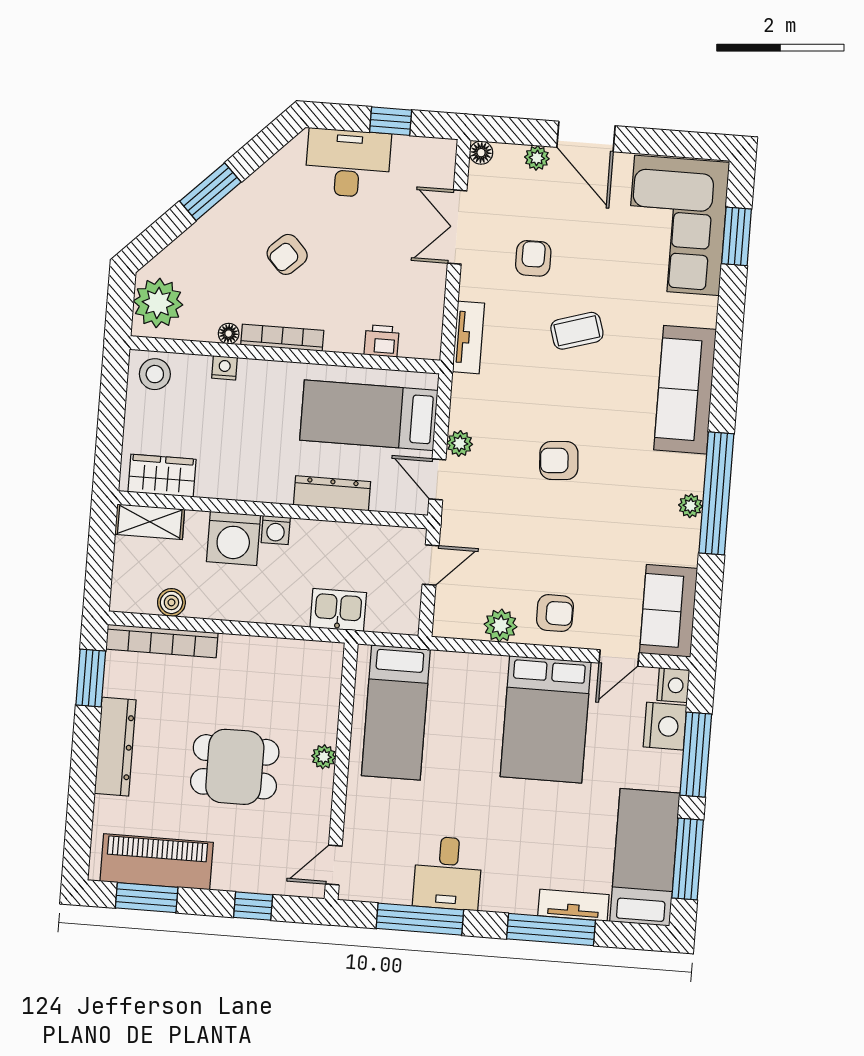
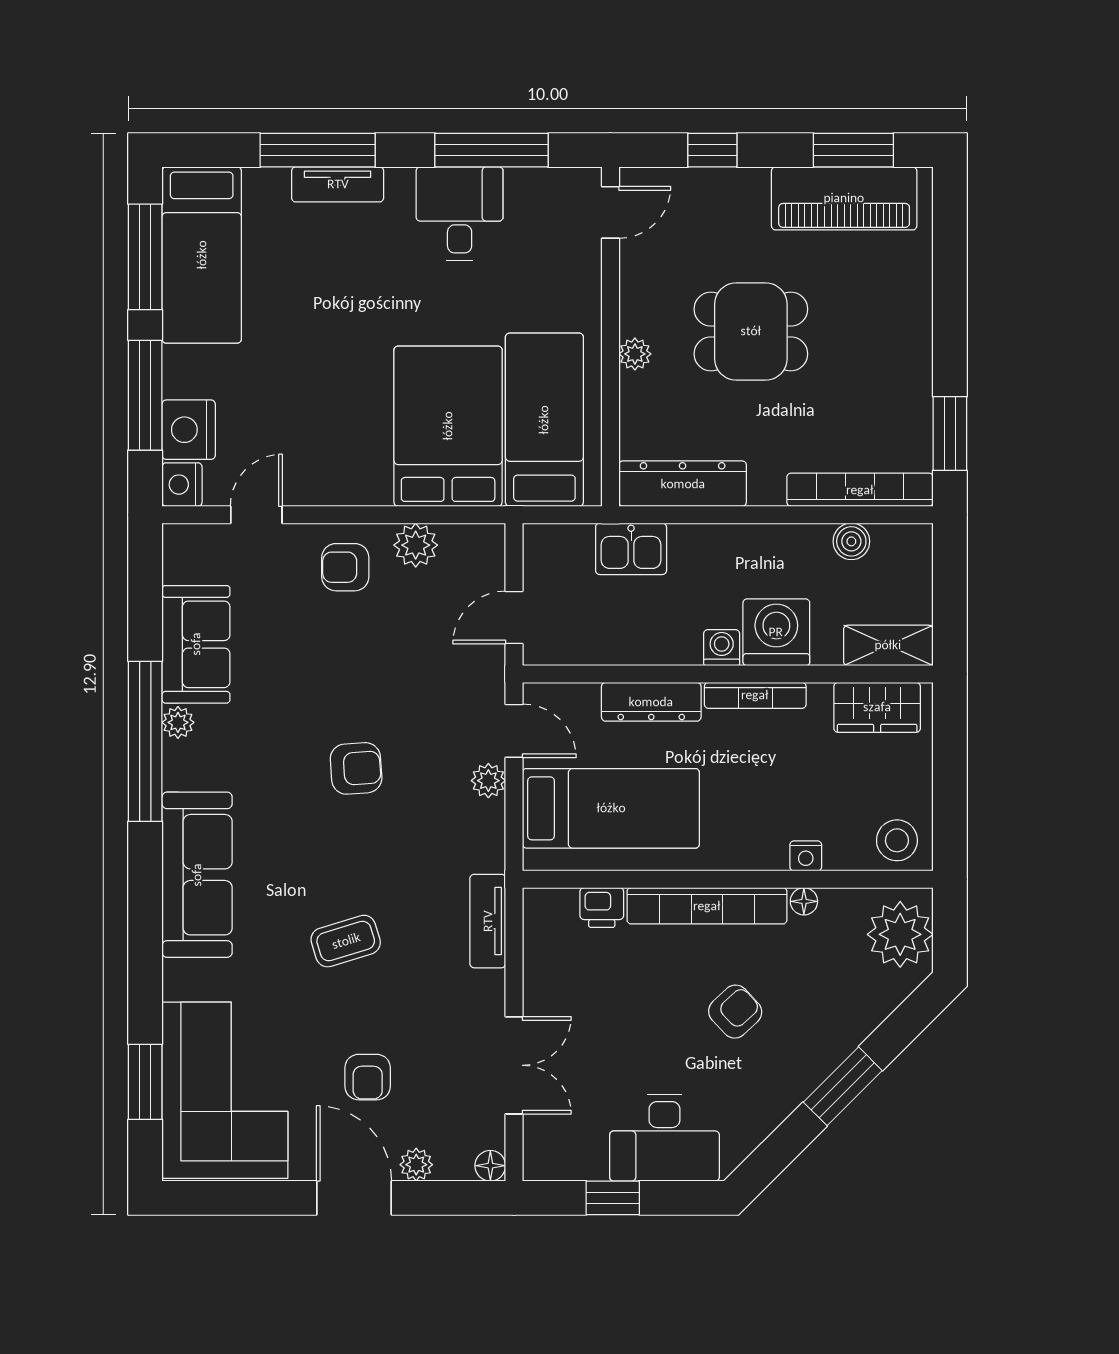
armchair: (533, 258) -> (368, 1077), moved
bookcase: (282, 338) -> (707, 906), width x1.48, depth x1.31
bookcase: (253, 492) -> (755, 695), added
sofa: (669, 611) -> (196, 644), moved
bed: (546, 719) -> (448, 426), moved
dresser: (115, 747) -> (683, 484), moved, turned 90
tv unit: (573, 905) -> (338, 184), moved

